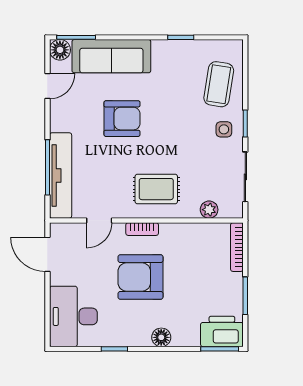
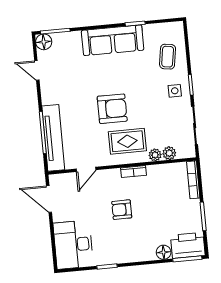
sofa: (111, 56) -> (113, 40), moved
coffee table: (219, 84) -> (168, 57), width x0.73, depth x0.77
door: (47, 86) -> (37, 70), swing flipped
armchair: (122, 119) -> (112, 109), moved
plant: (190, 210) -> (155, 155), added
bookcase: (142, 229) -> (134, 172), moved
armchair: (141, 277) -> (122, 210), width x0.53, depth x0.53
floor lamp: (161, 337) -> (164, 252), moved

